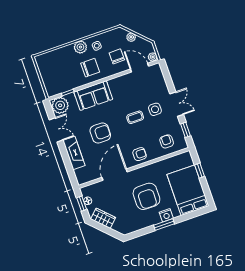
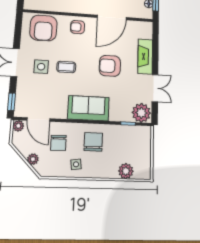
plant: (80, 47) -> (126, 171), moved
chair: (90, 68) -> (93, 142), turned 90
sofa: (93, 96) -> (88, 108), moved
double door: (56, 130) -> (155, 88), swing flipped
window: (185, 130) -> (12, 102), moved
armchair: (167, 141) -> (43, 28), width x1.88, depth x1.88

